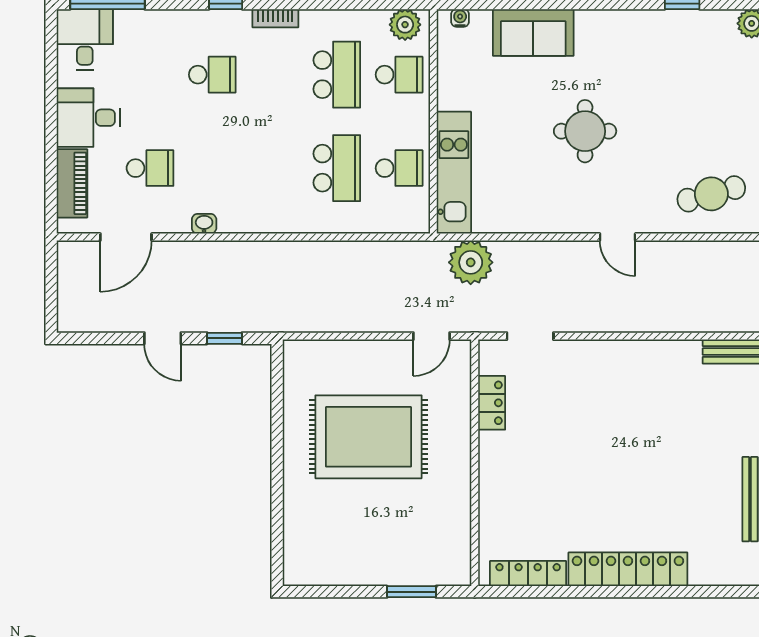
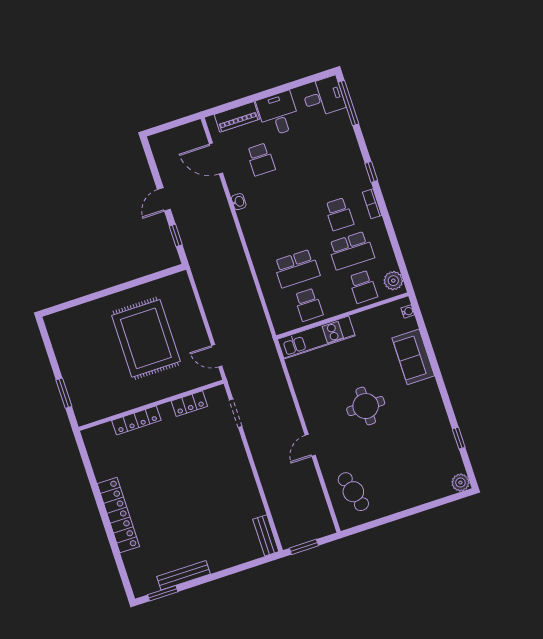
school desk: (212, 75) -> (339, 214), moved
plant: (471, 262) -> (267, 364), removed
locker: (528, 574) -> (136, 420), moved, turned 90

